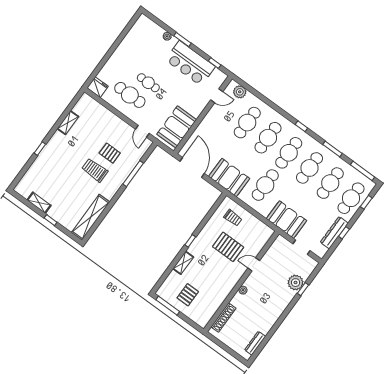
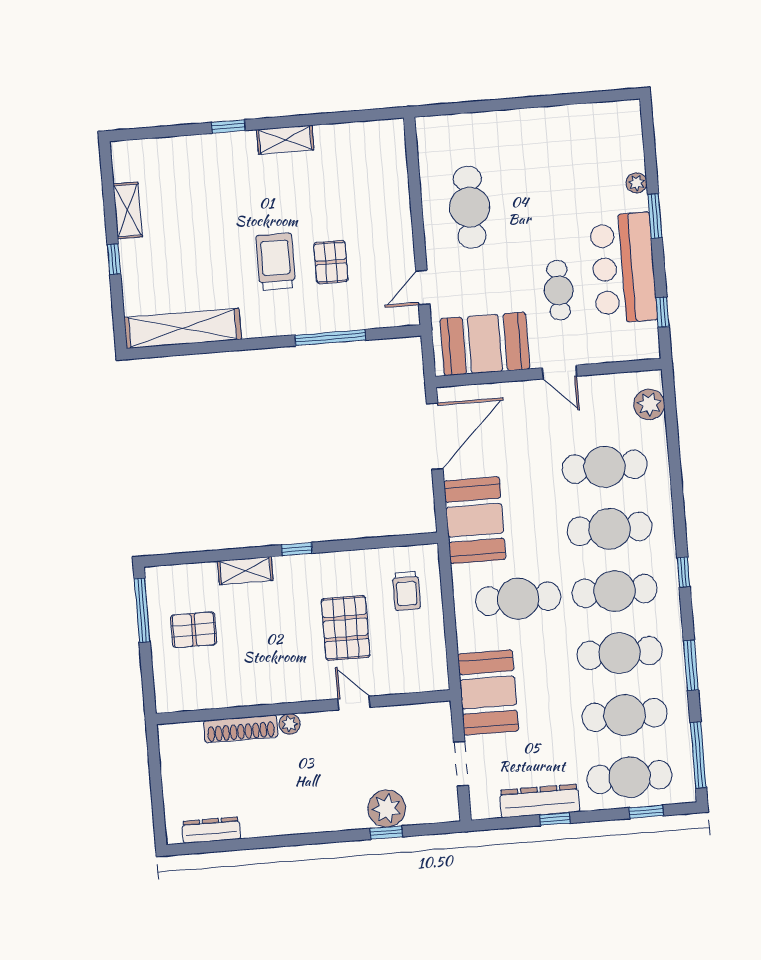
cafe table: (148, 83) -> (559, 290), moved
fridge: (98, 87) -> (433, 135), removed
door: (217, 96) -> (559, 372), moved
shelving: (68, 123) -> (285, 140), moved
shoe rack: (223, 318) -> (241, 729), moved

